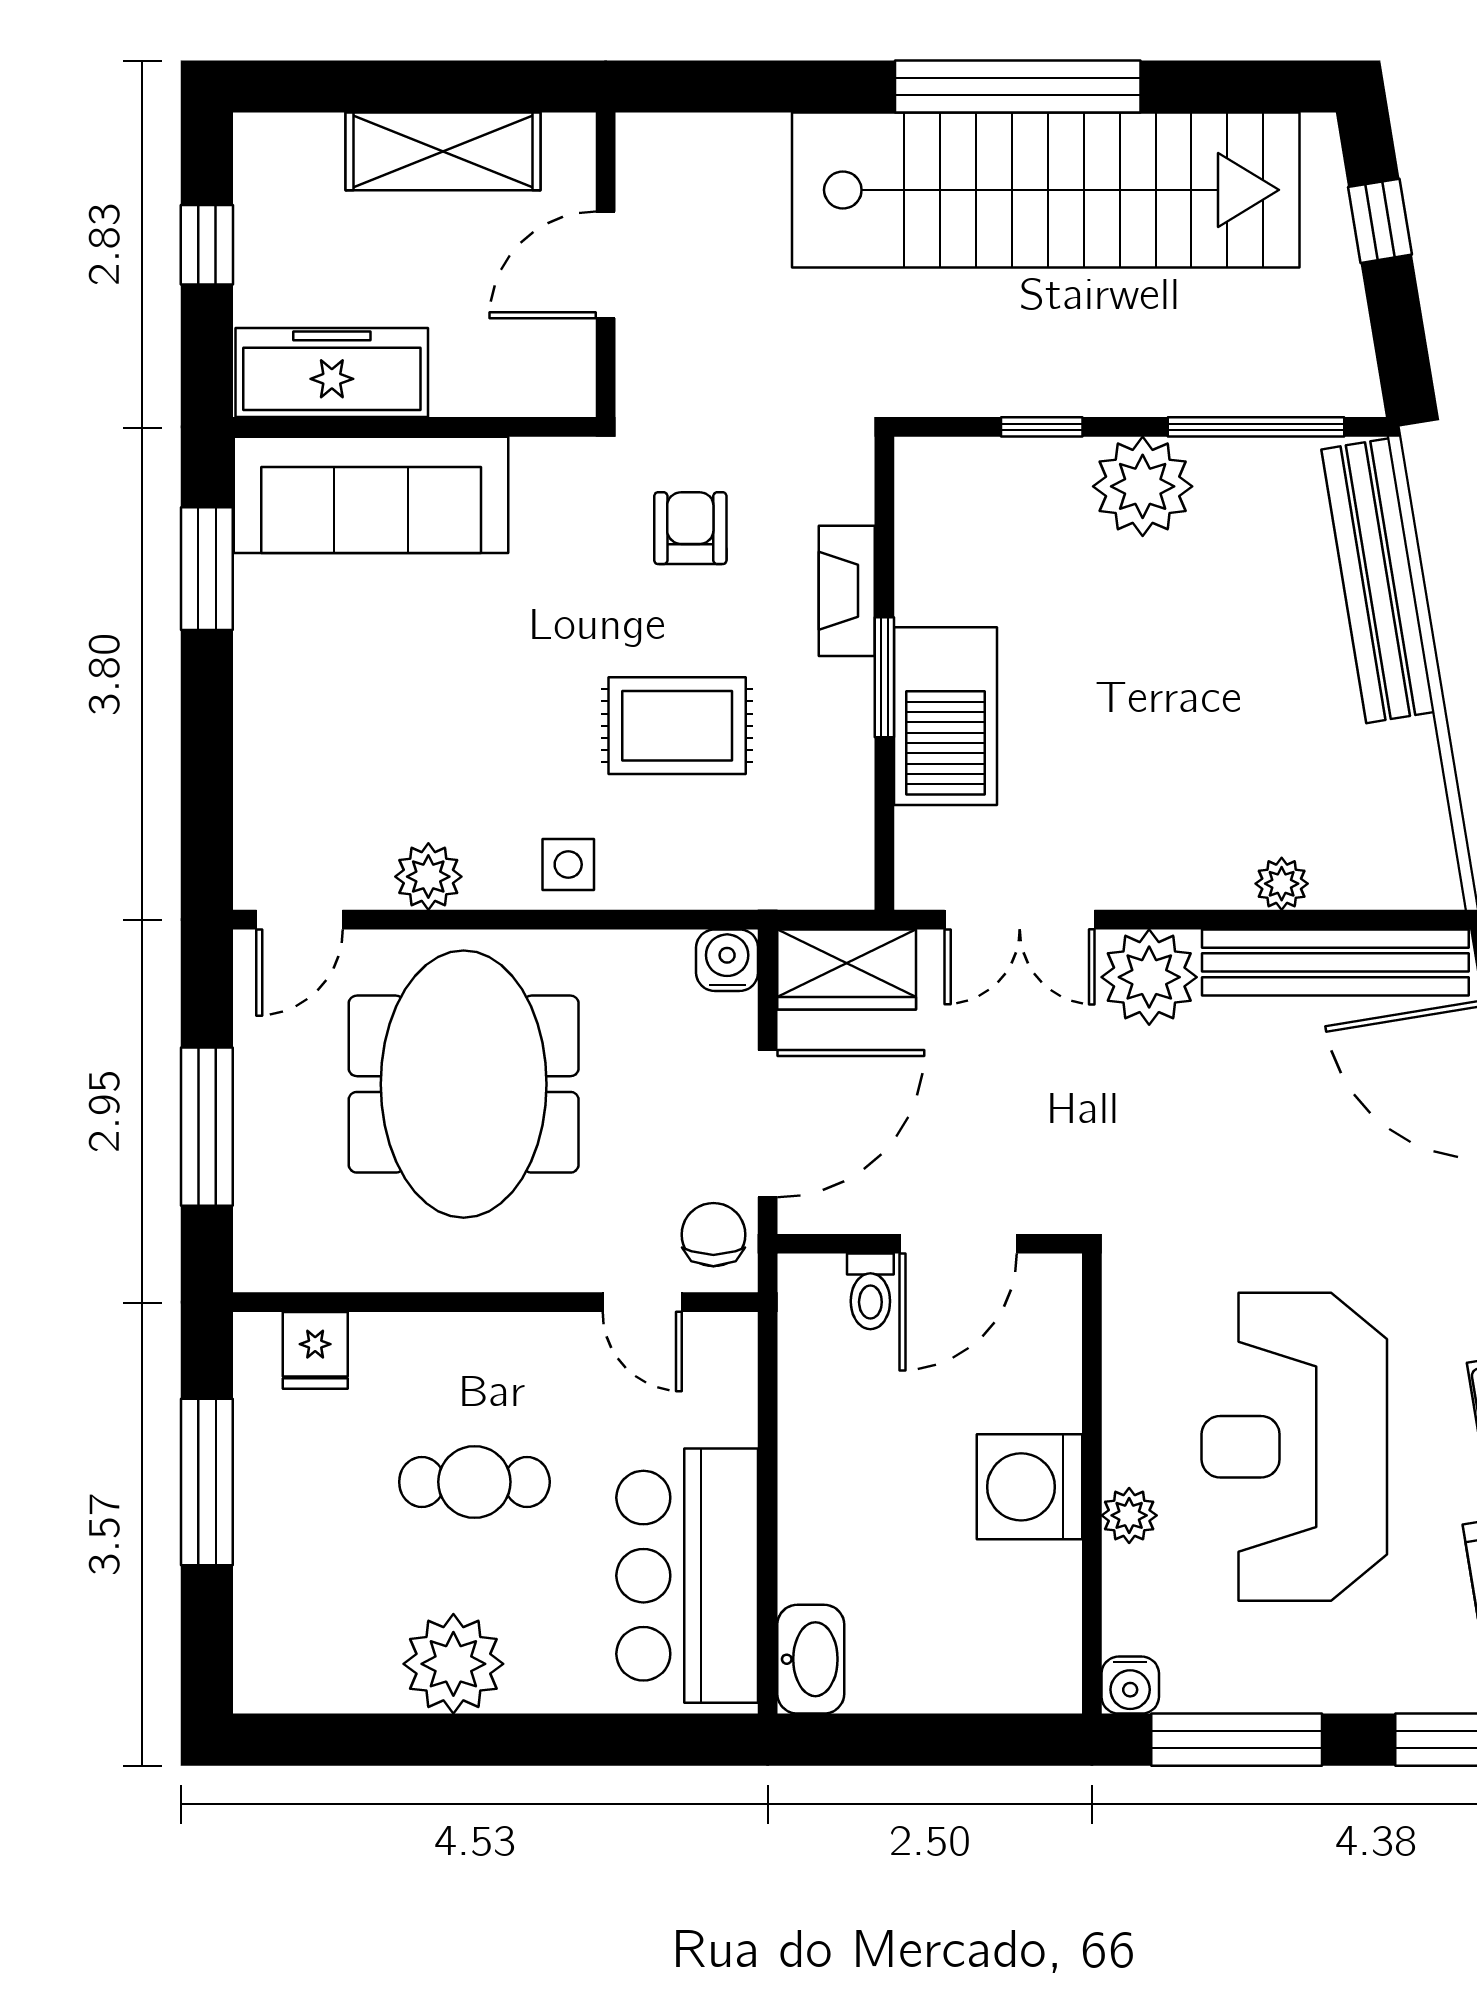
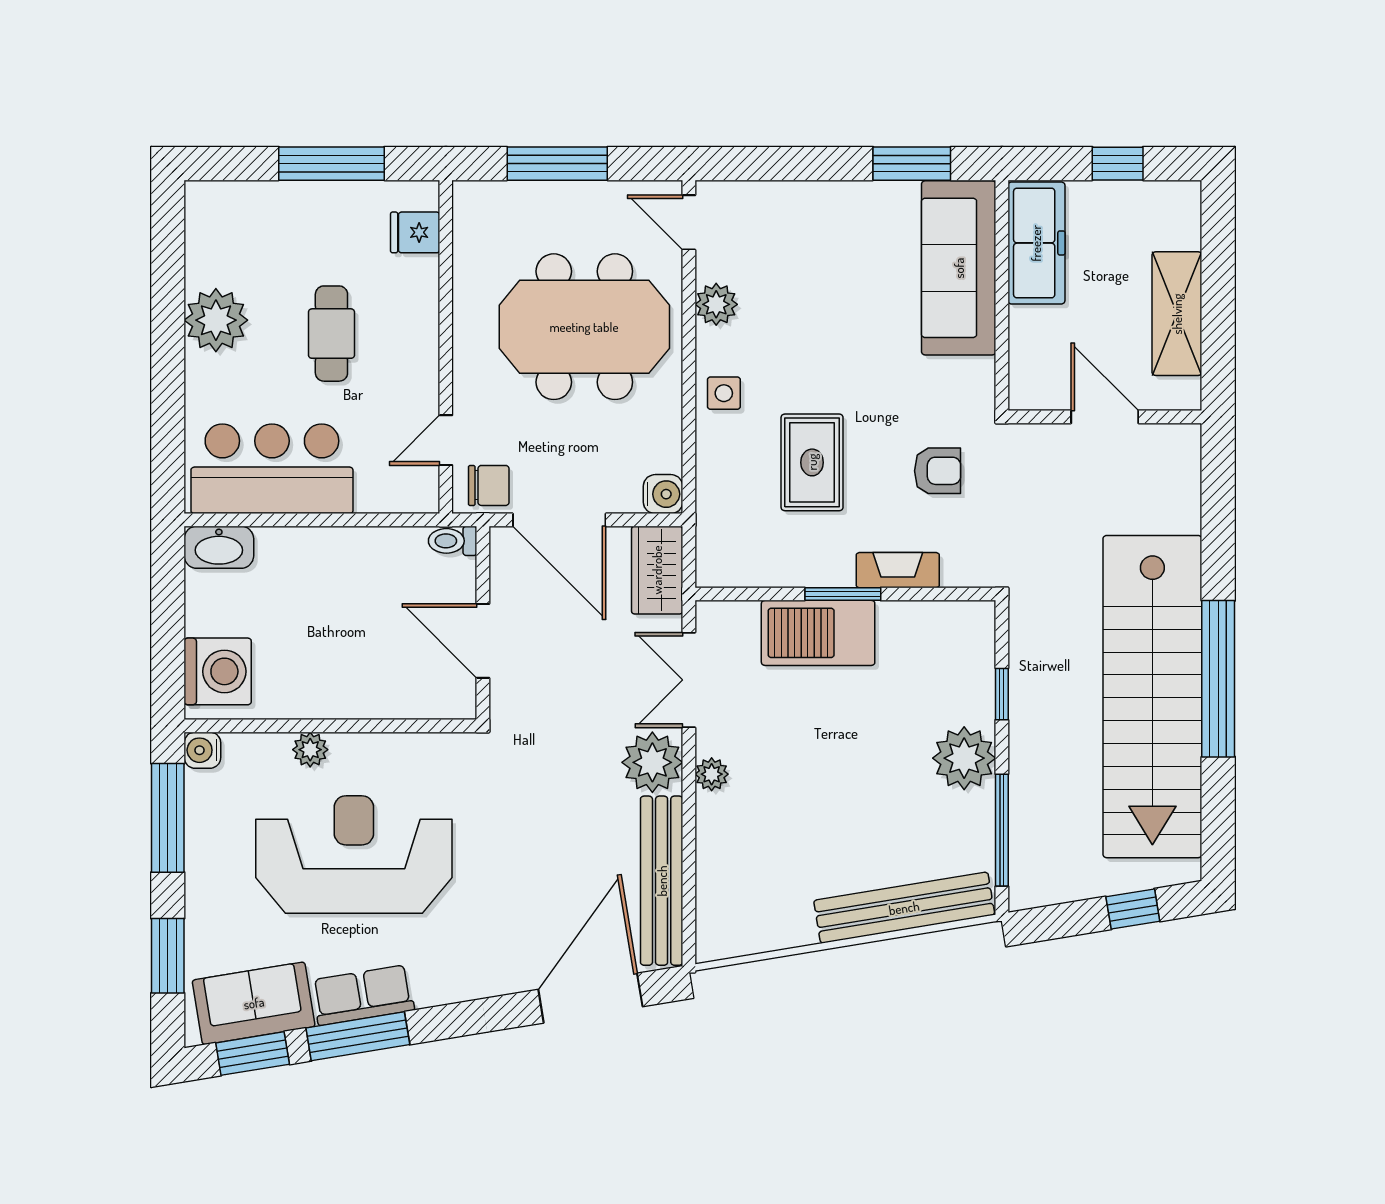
plant: (1282, 884) -> (712, 774), moved
toilet: (870, 1291) -> (453, 541), moved
washing machine: (1029, 1487) -> (218, 671), moved, turned 90

